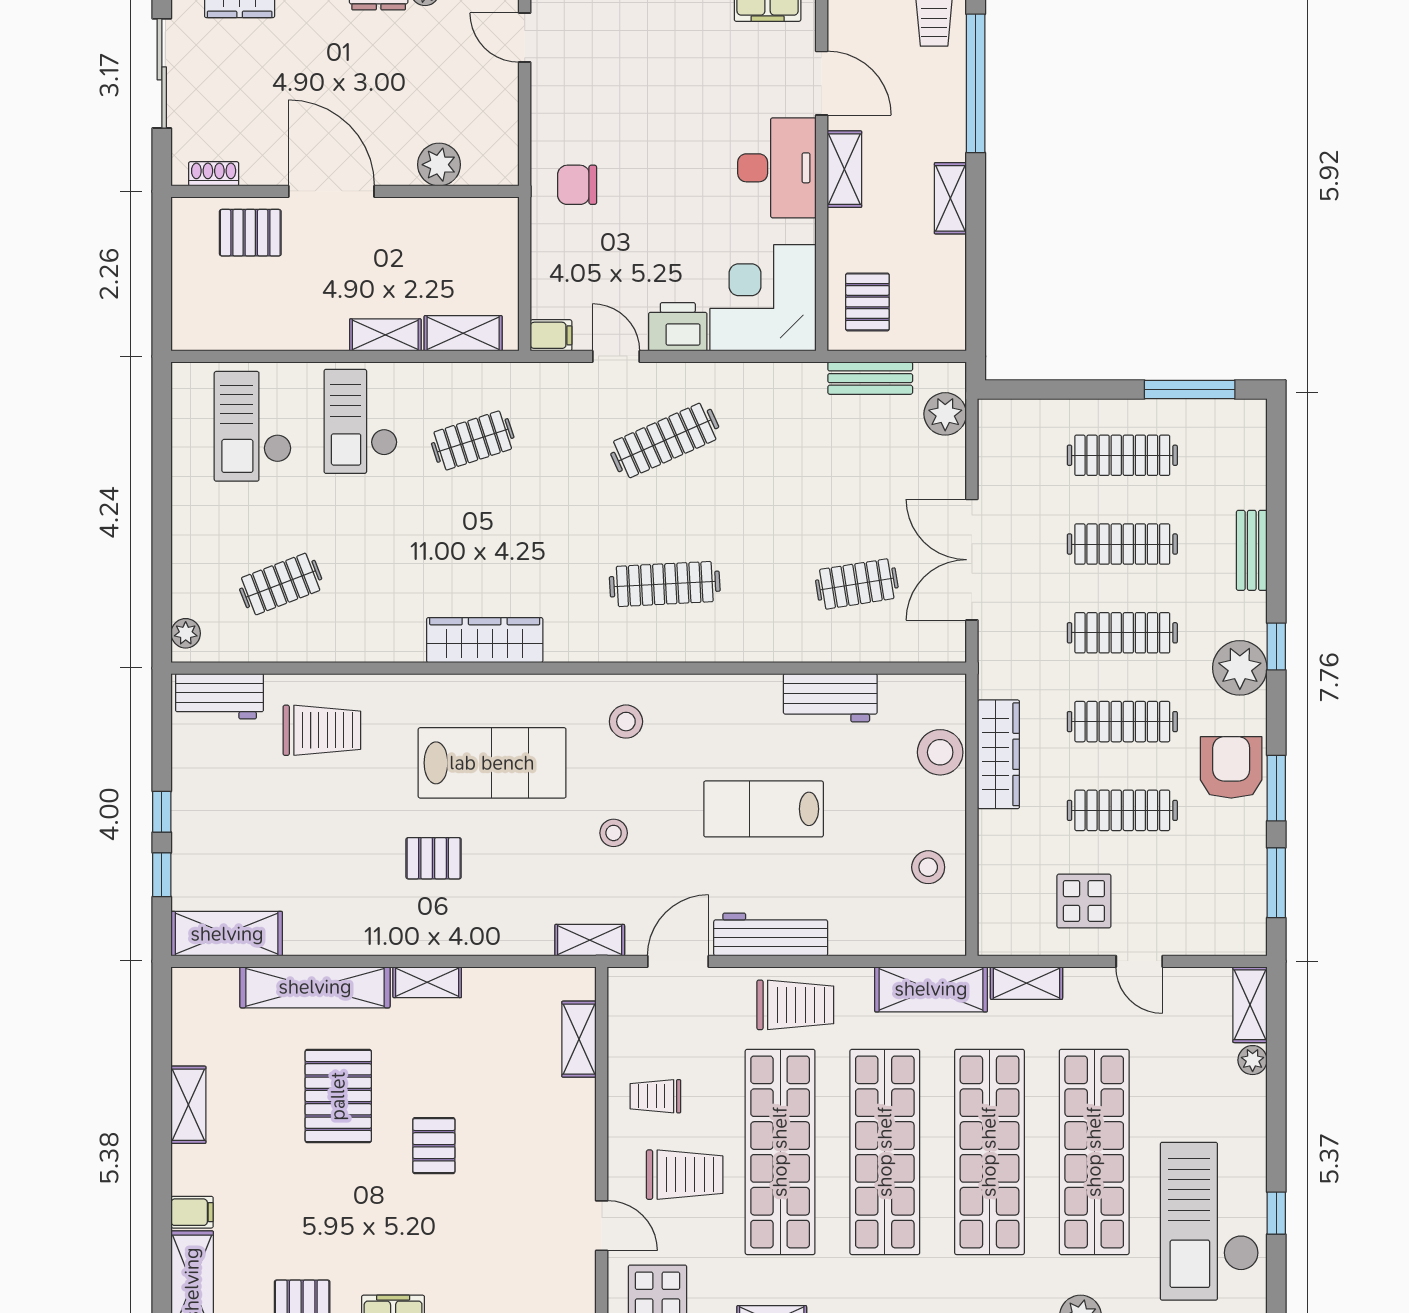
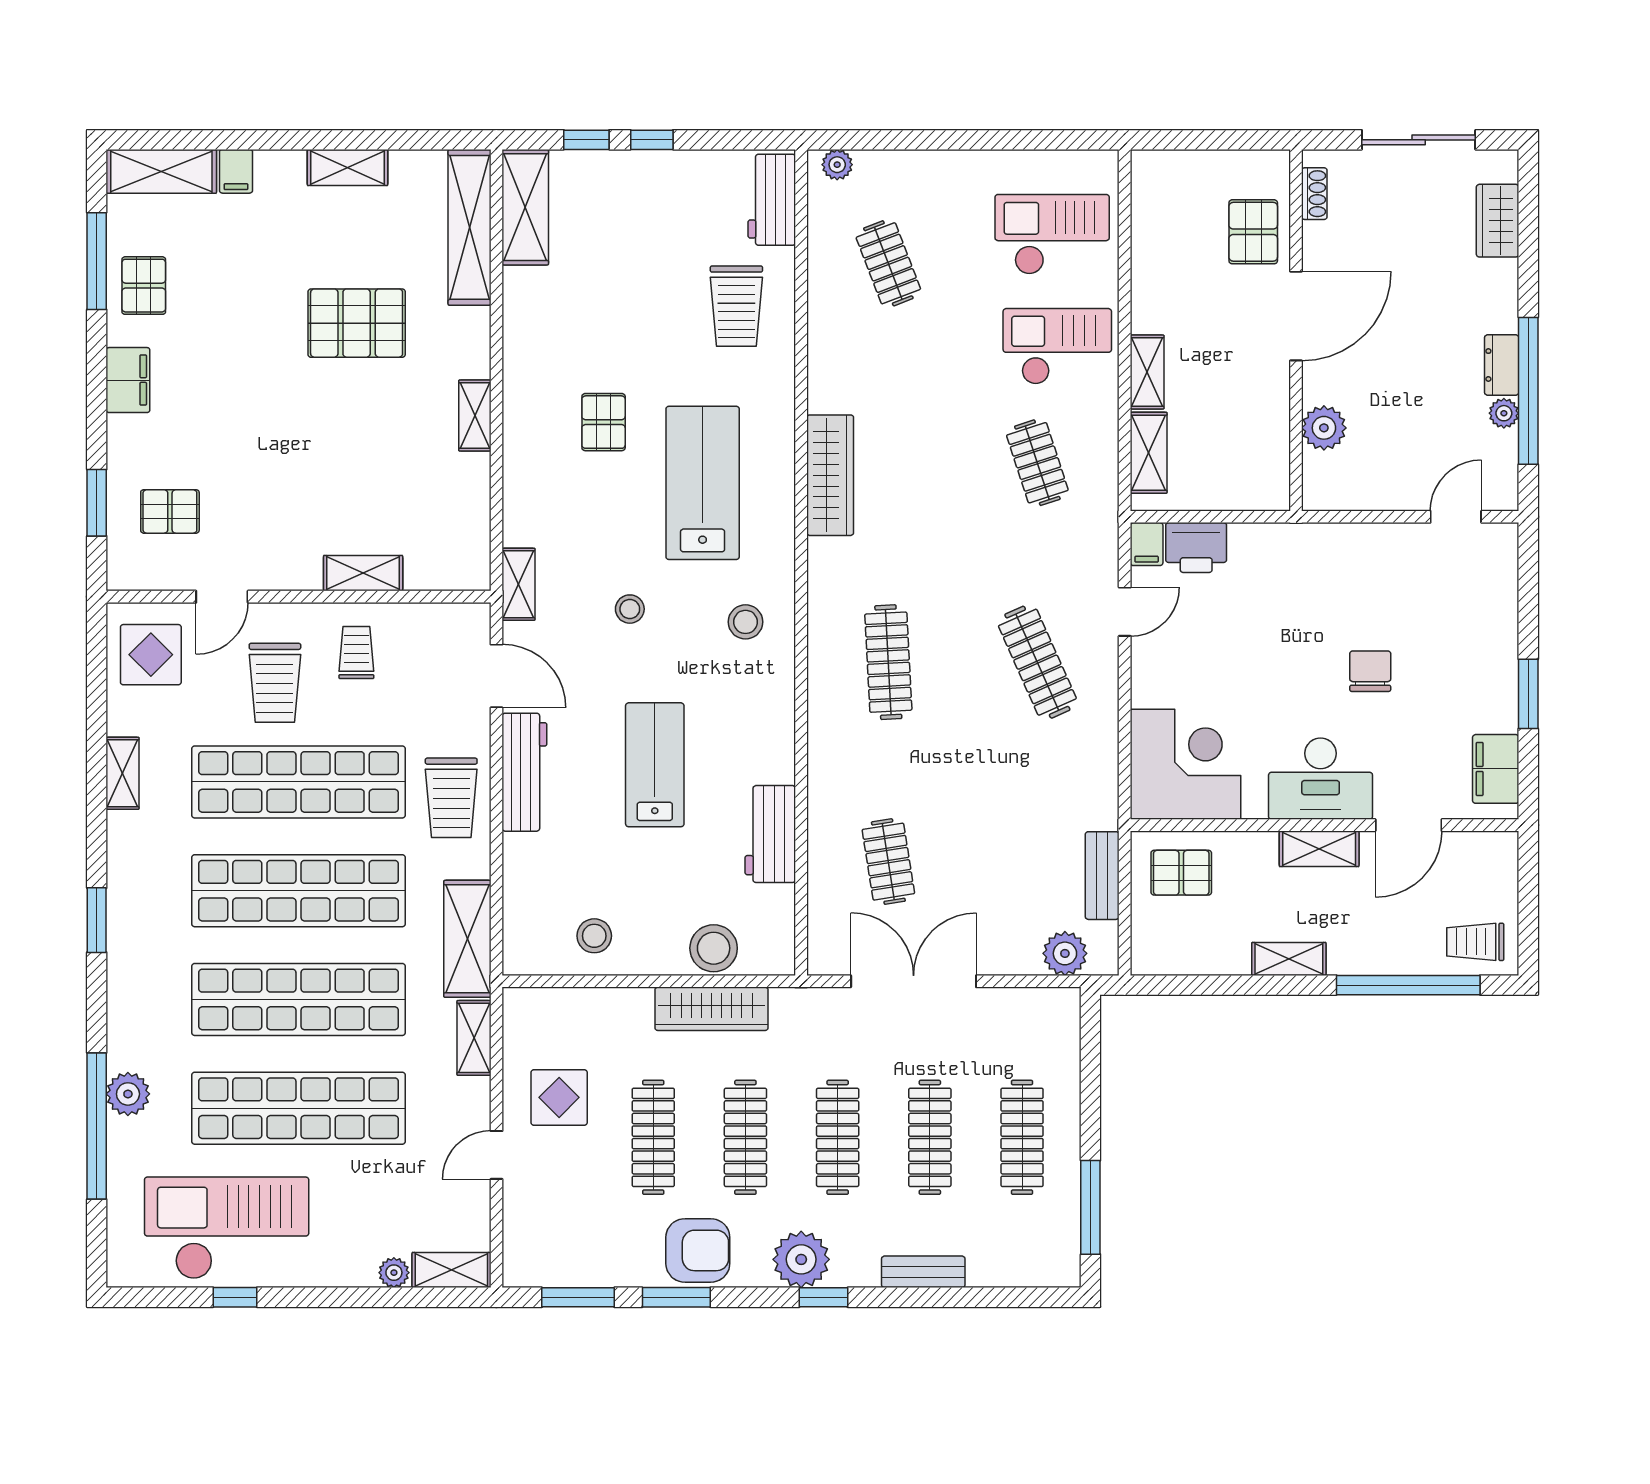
chair: (577, 185) -> (1370, 671), moved
printer: (678, 327) -> (1196, 548), moved, turned 90
lab bench: (492, 763) -> (703, 483), turned 180
shelving: (315, 987) -> (469, 227), moved
shelving: (579, 1039) -> (363, 573), moved
pallet: (434, 1146) -> (170, 511), moved

